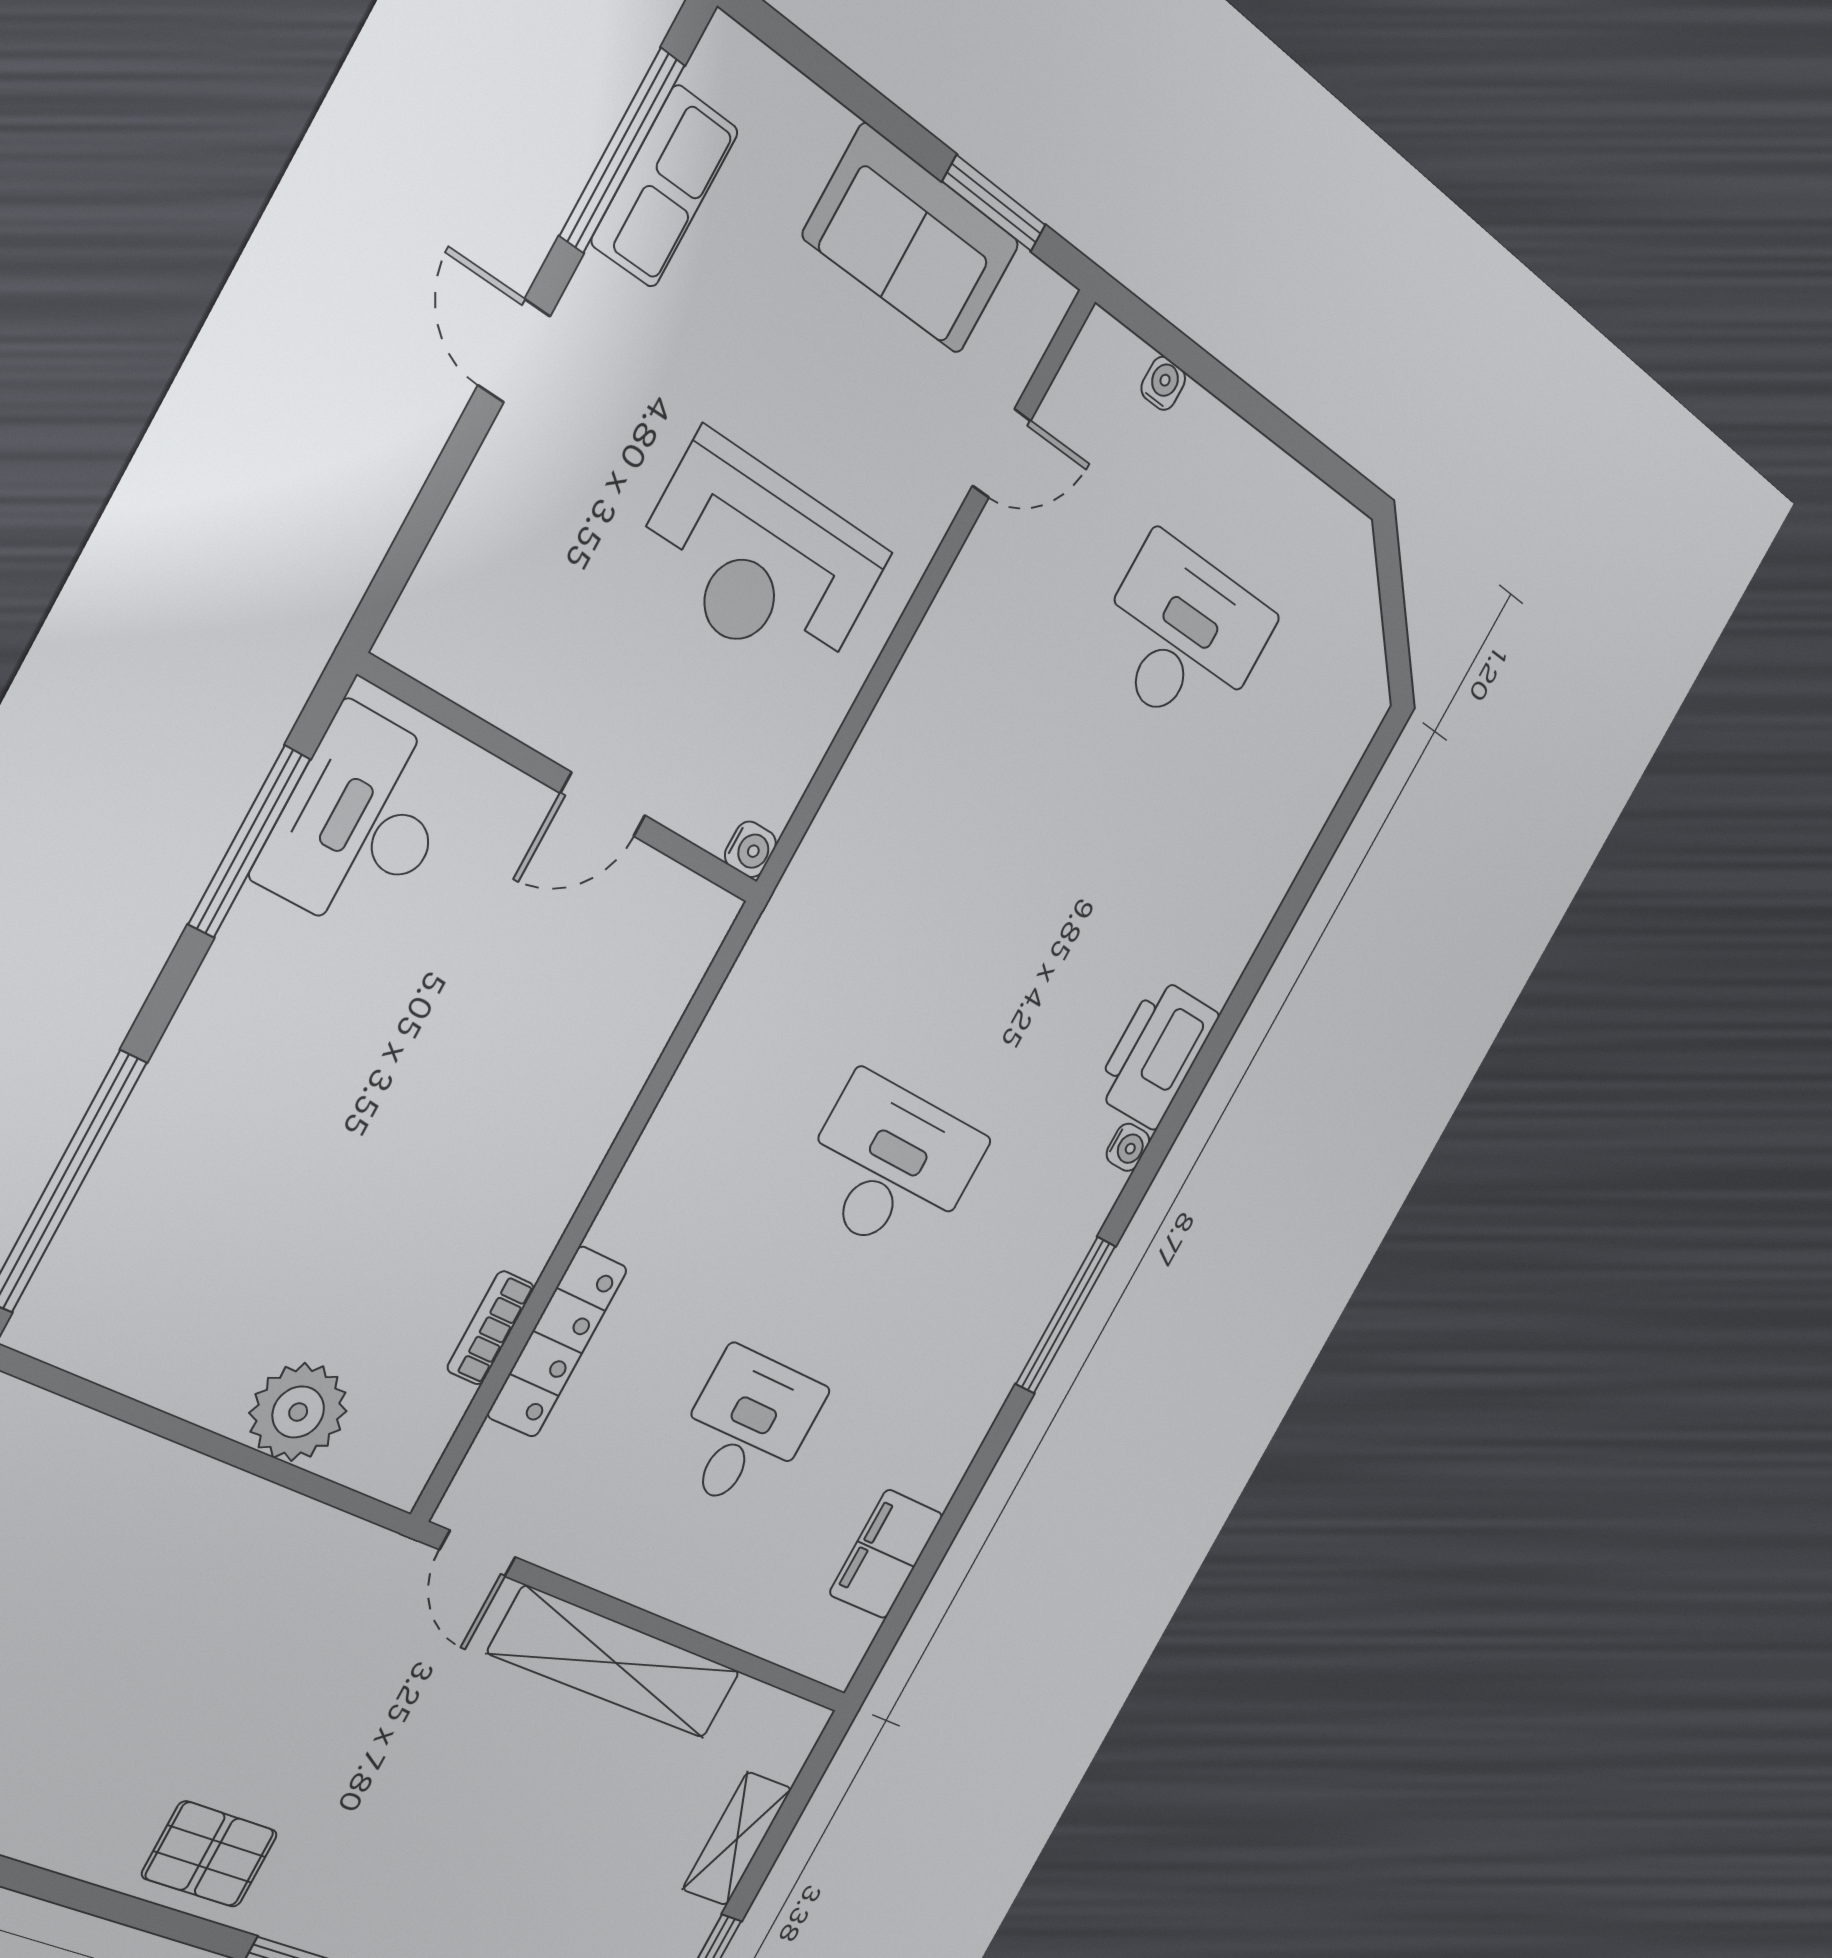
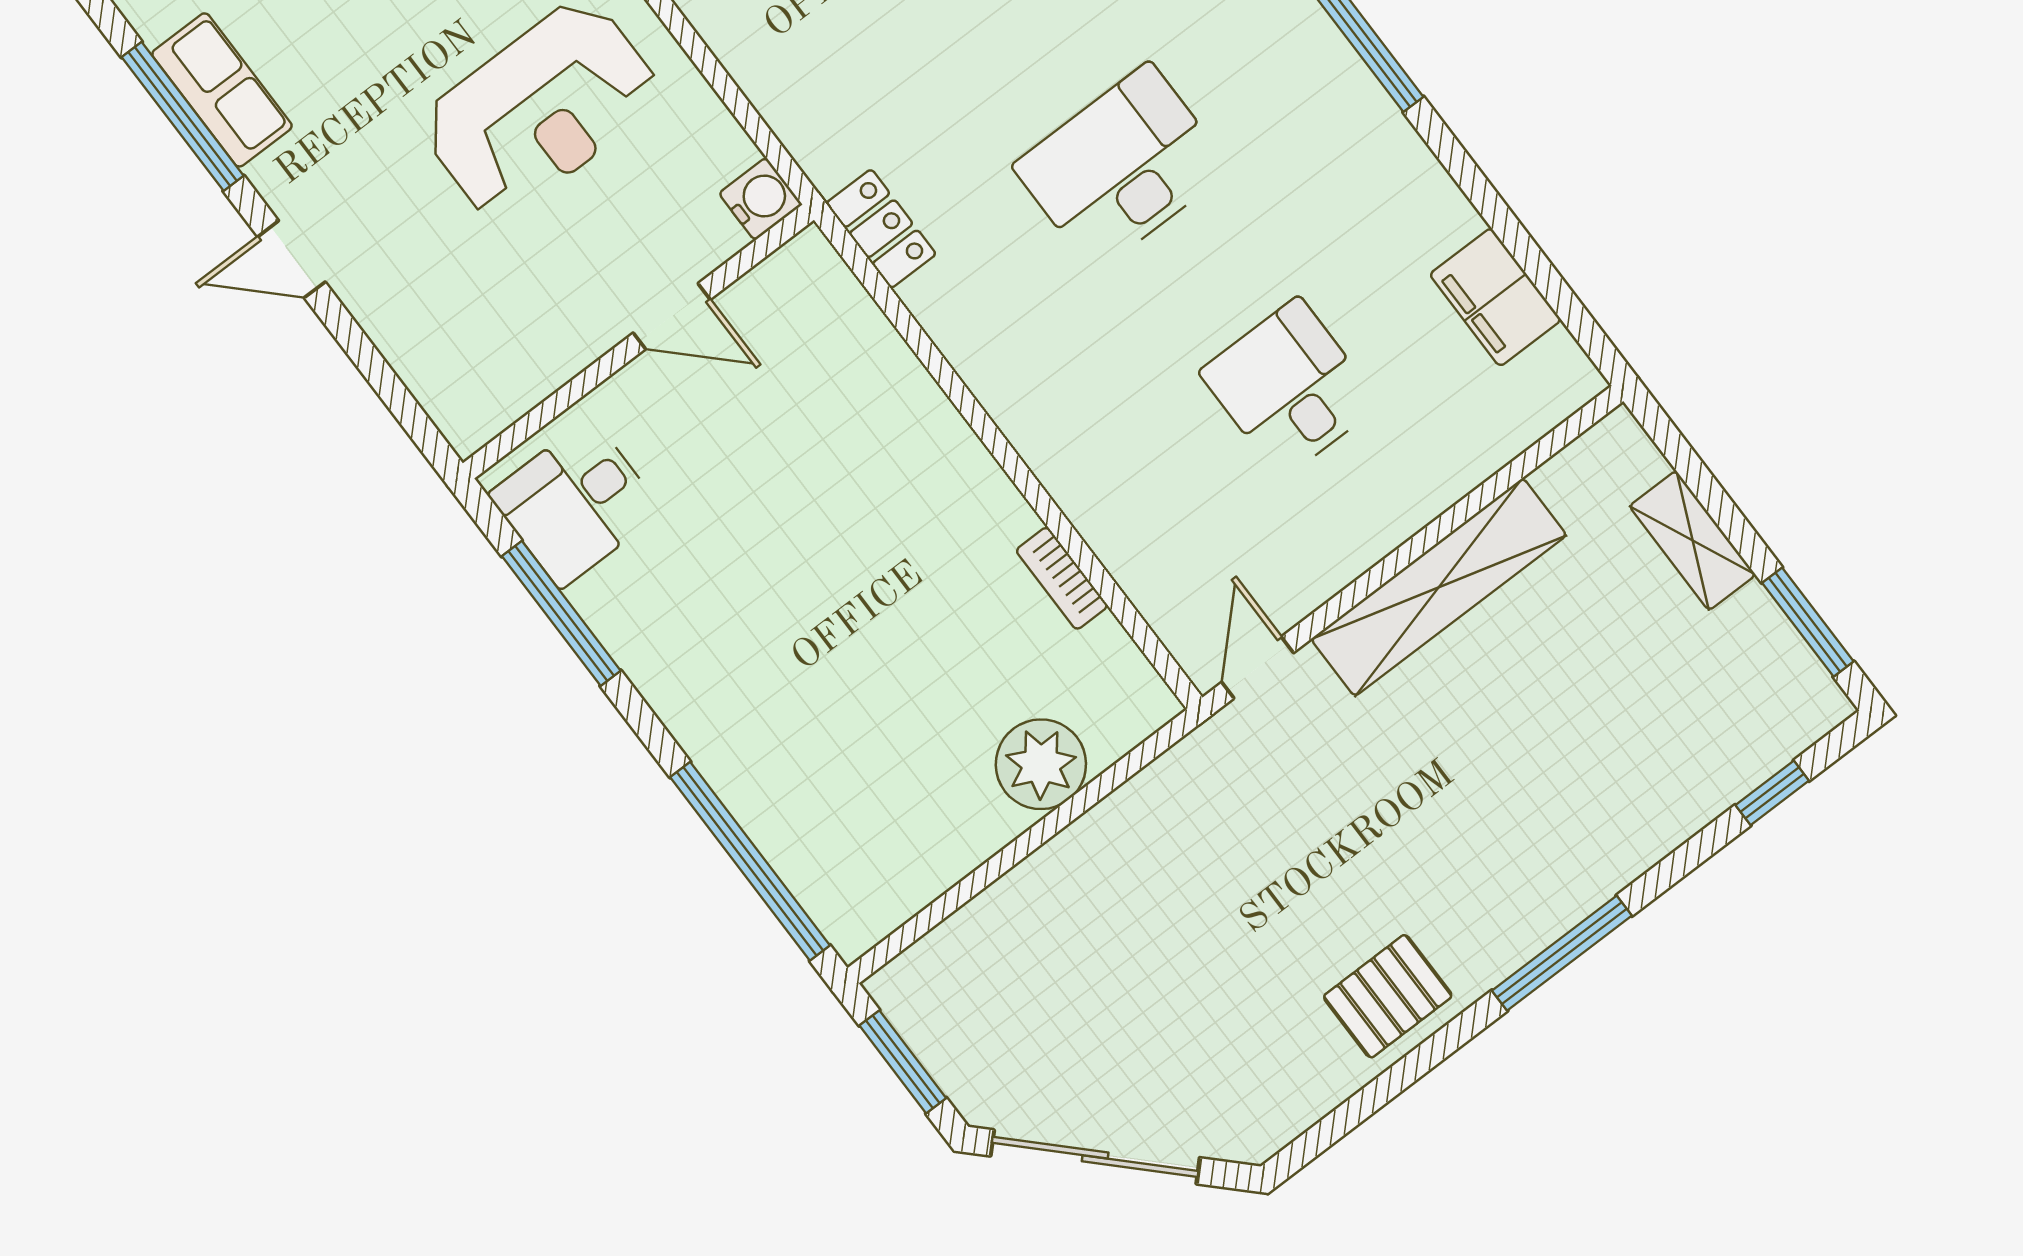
door: (603, 804) -> (672, 316), hinge flipped
desk: (361, 823) -> (575, 503), width x0.73
water cooler: (750, 849) -> (760, 199), width x1.38, depth x1.38
locker: (557, 1342) -> (881, 229), moved, width x0.66
door: (478, 1553) -> (1258, 668), swing flipped

